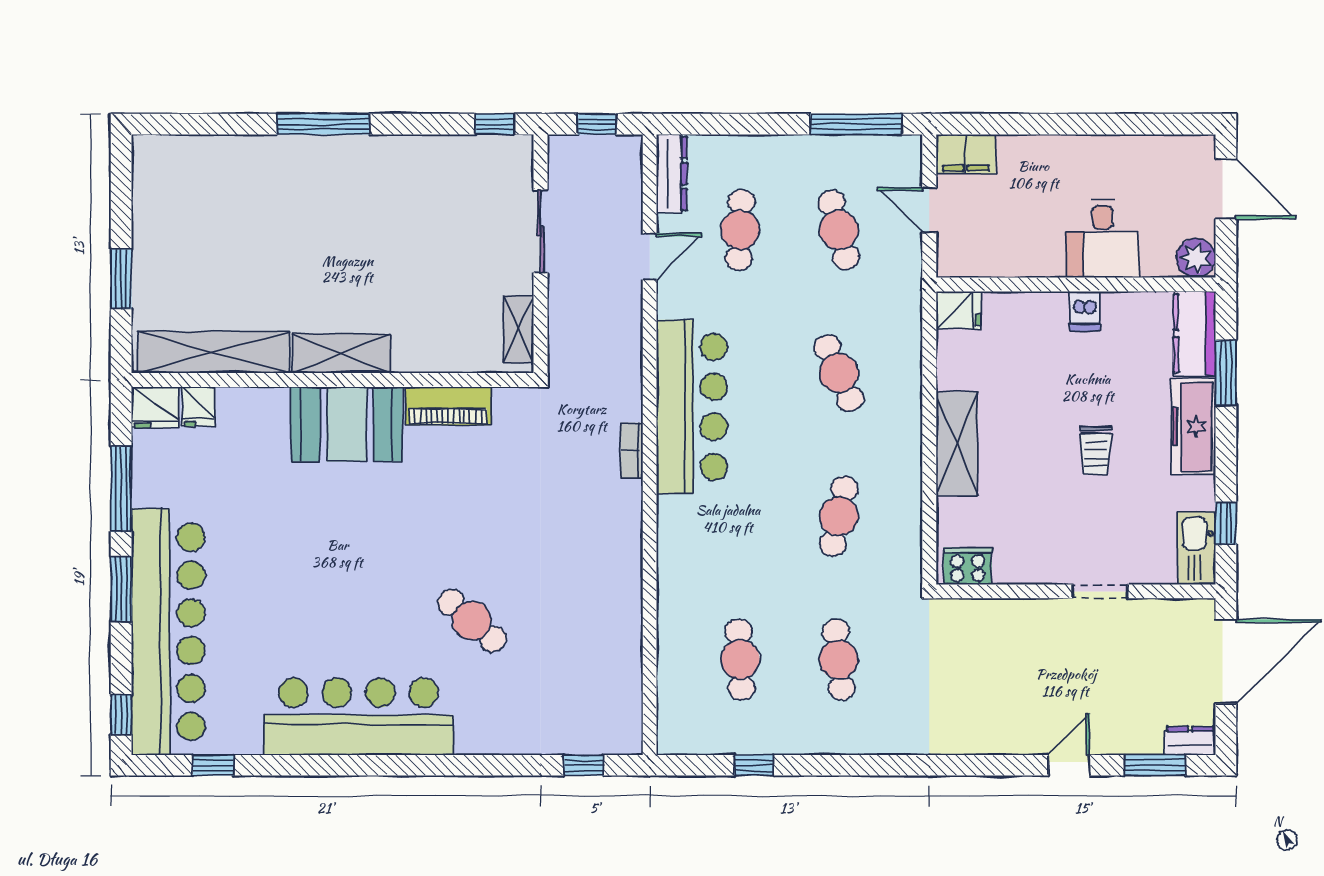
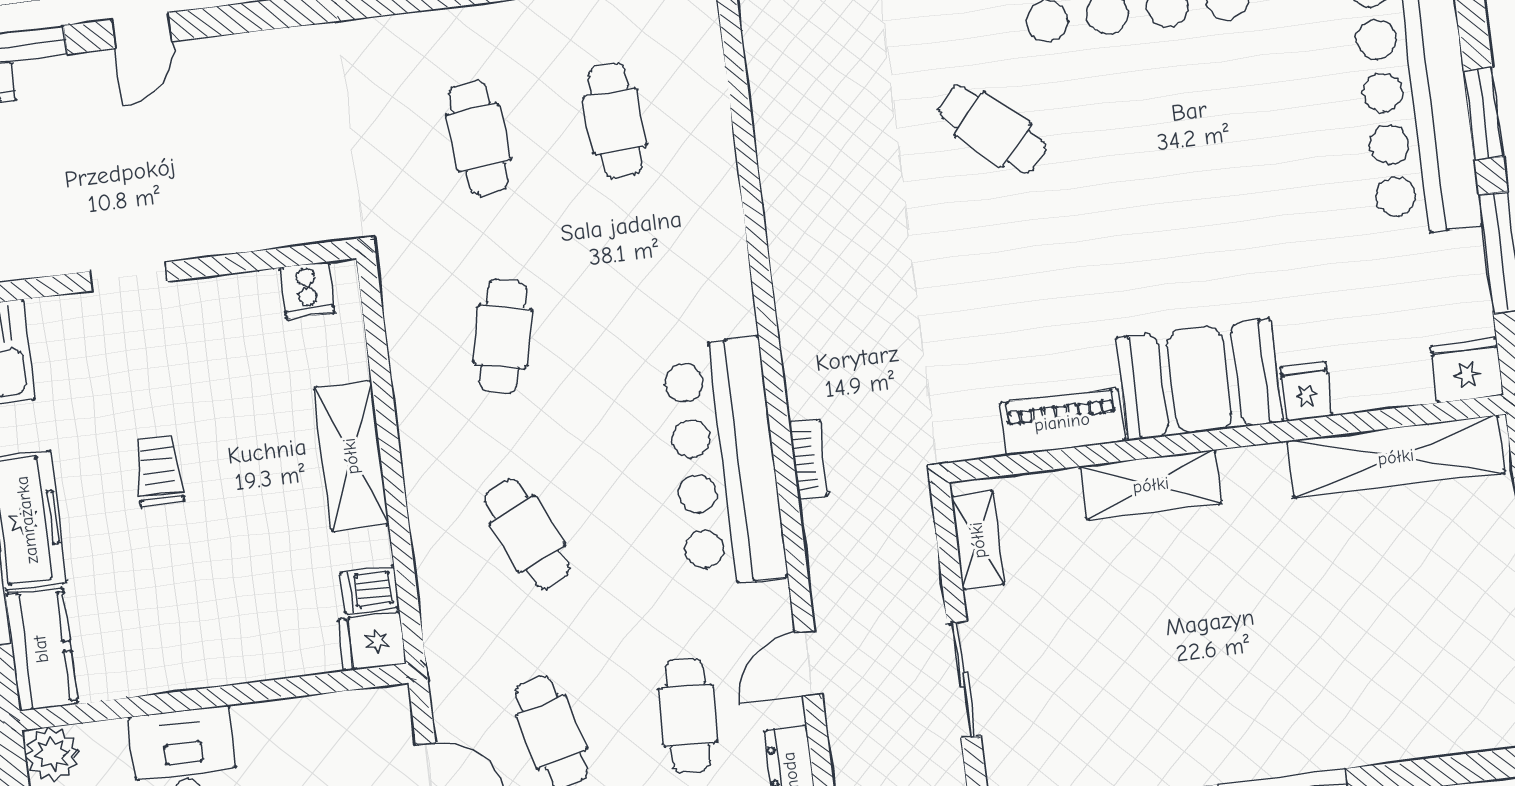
dishwasher: (1085, 311) -> (370, 590), moved, turned -90
shelving: (341, 354) -> (1151, 485), moved
fridge: (199, 406) -> (1306, 391), moved
bookcase: (632, 450) -> (809, 459), moved
cooker: (968, 566) -> (307, 290), width x0.73

